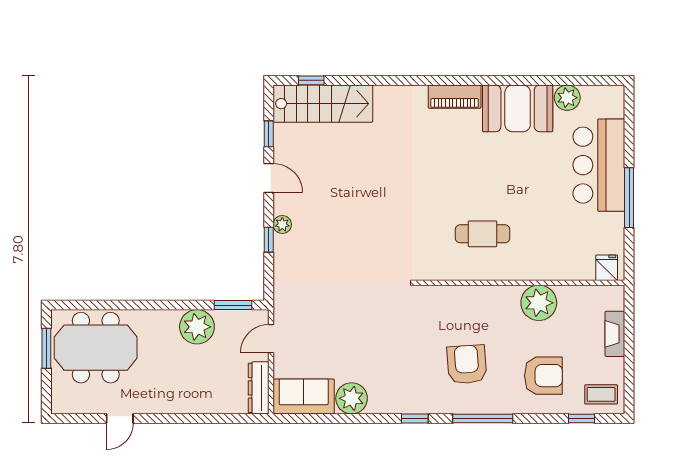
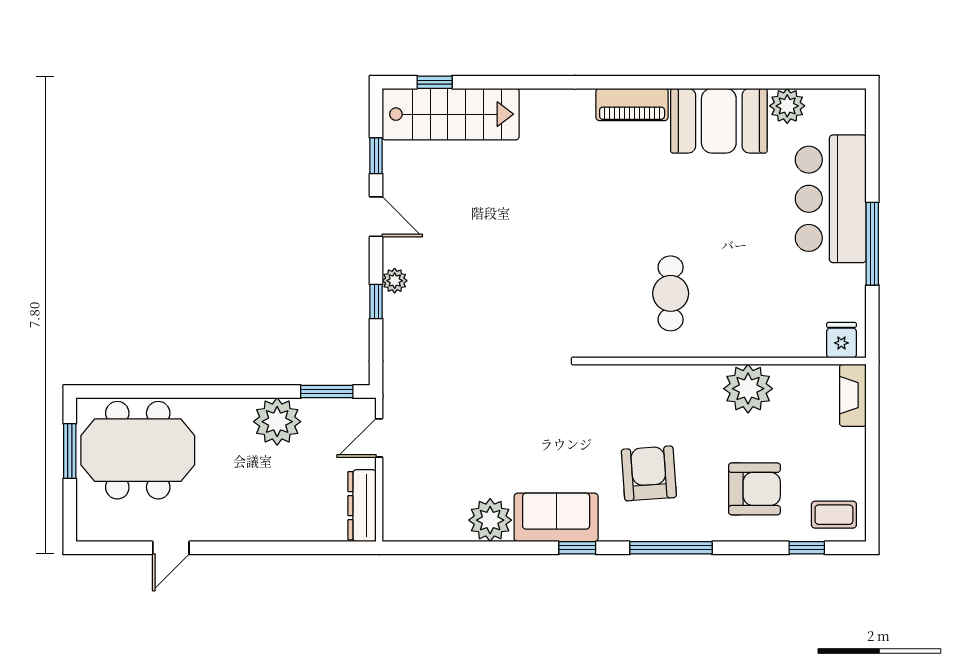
cafe table: (483, 234) -> (671, 293), turned 90
fireplace: (615, 334) -> (853, 395), moved
sofa: (304, 396) -> (556, 517), moved

